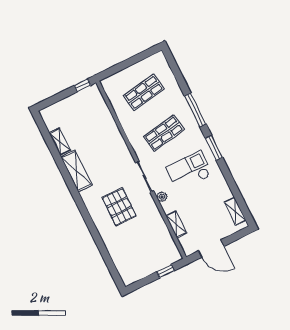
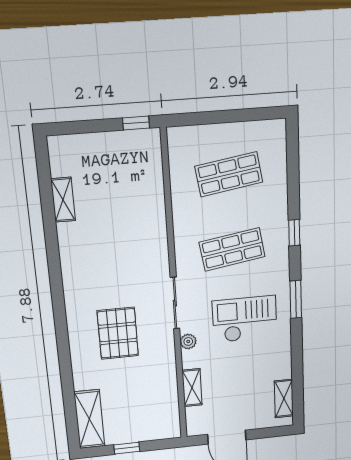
window: (195, 110) -> (294, 233), width x0.46
shelving: (76, 171) -> (89, 419), moved
window: (165, 271) -> (127, 448), moved

